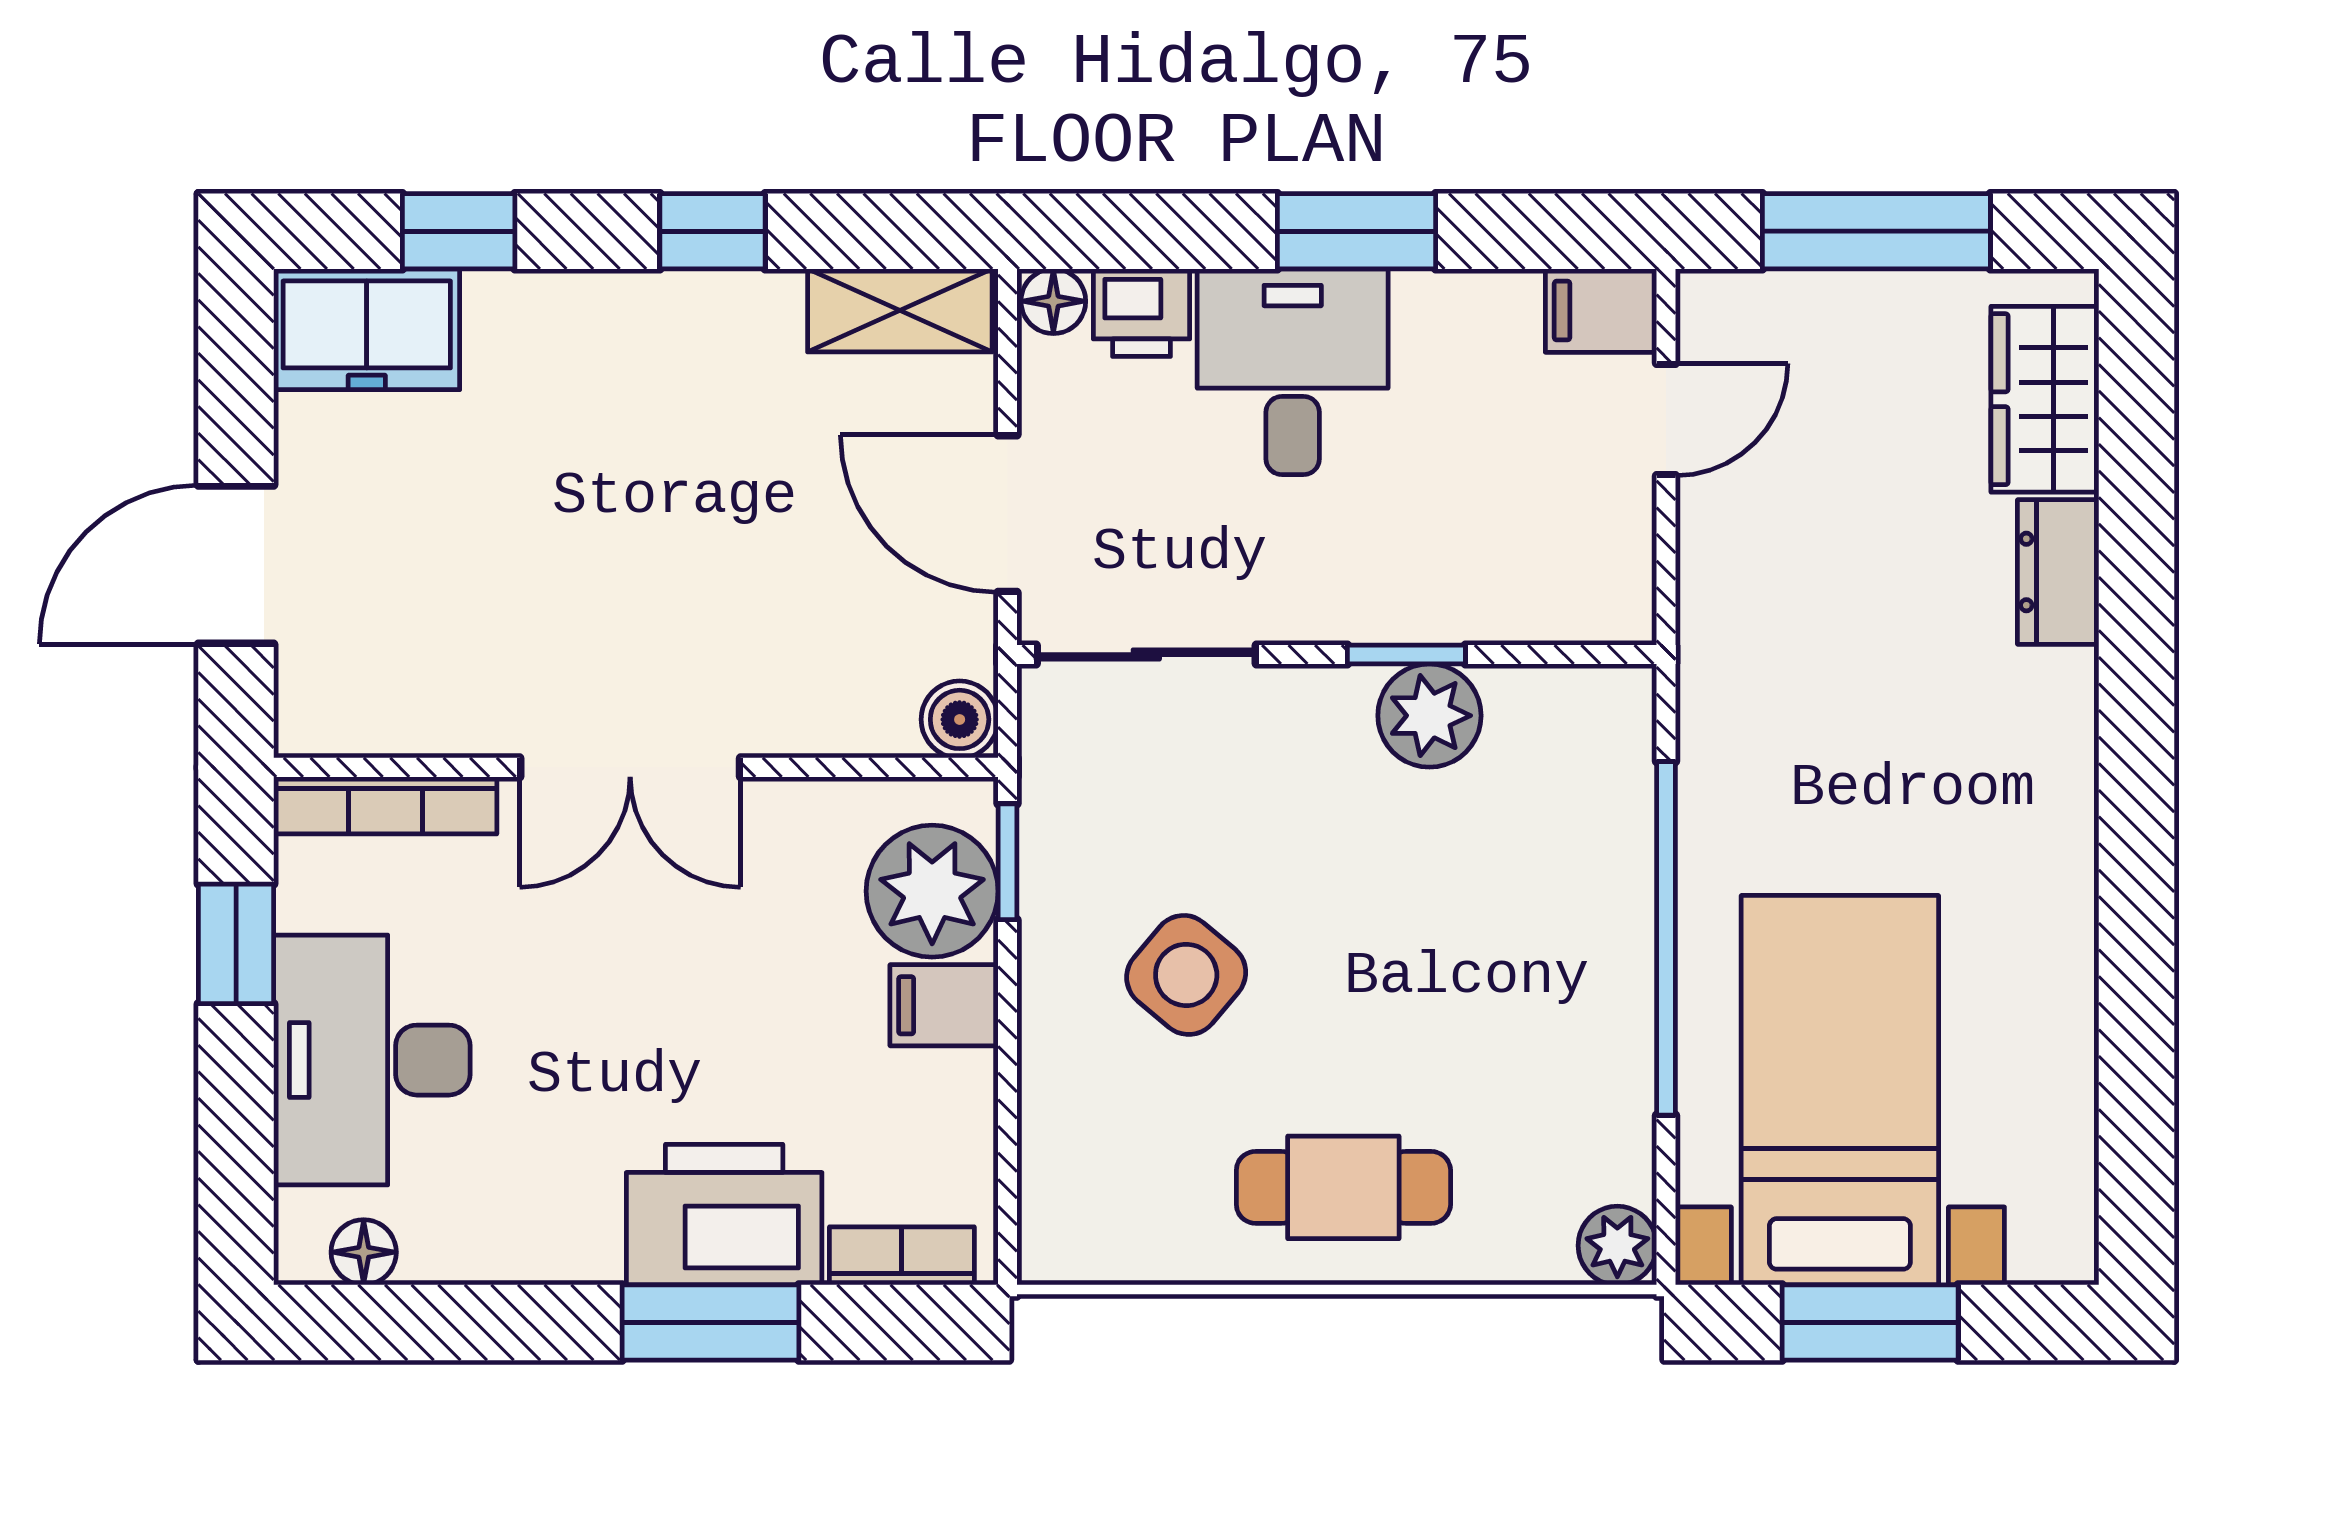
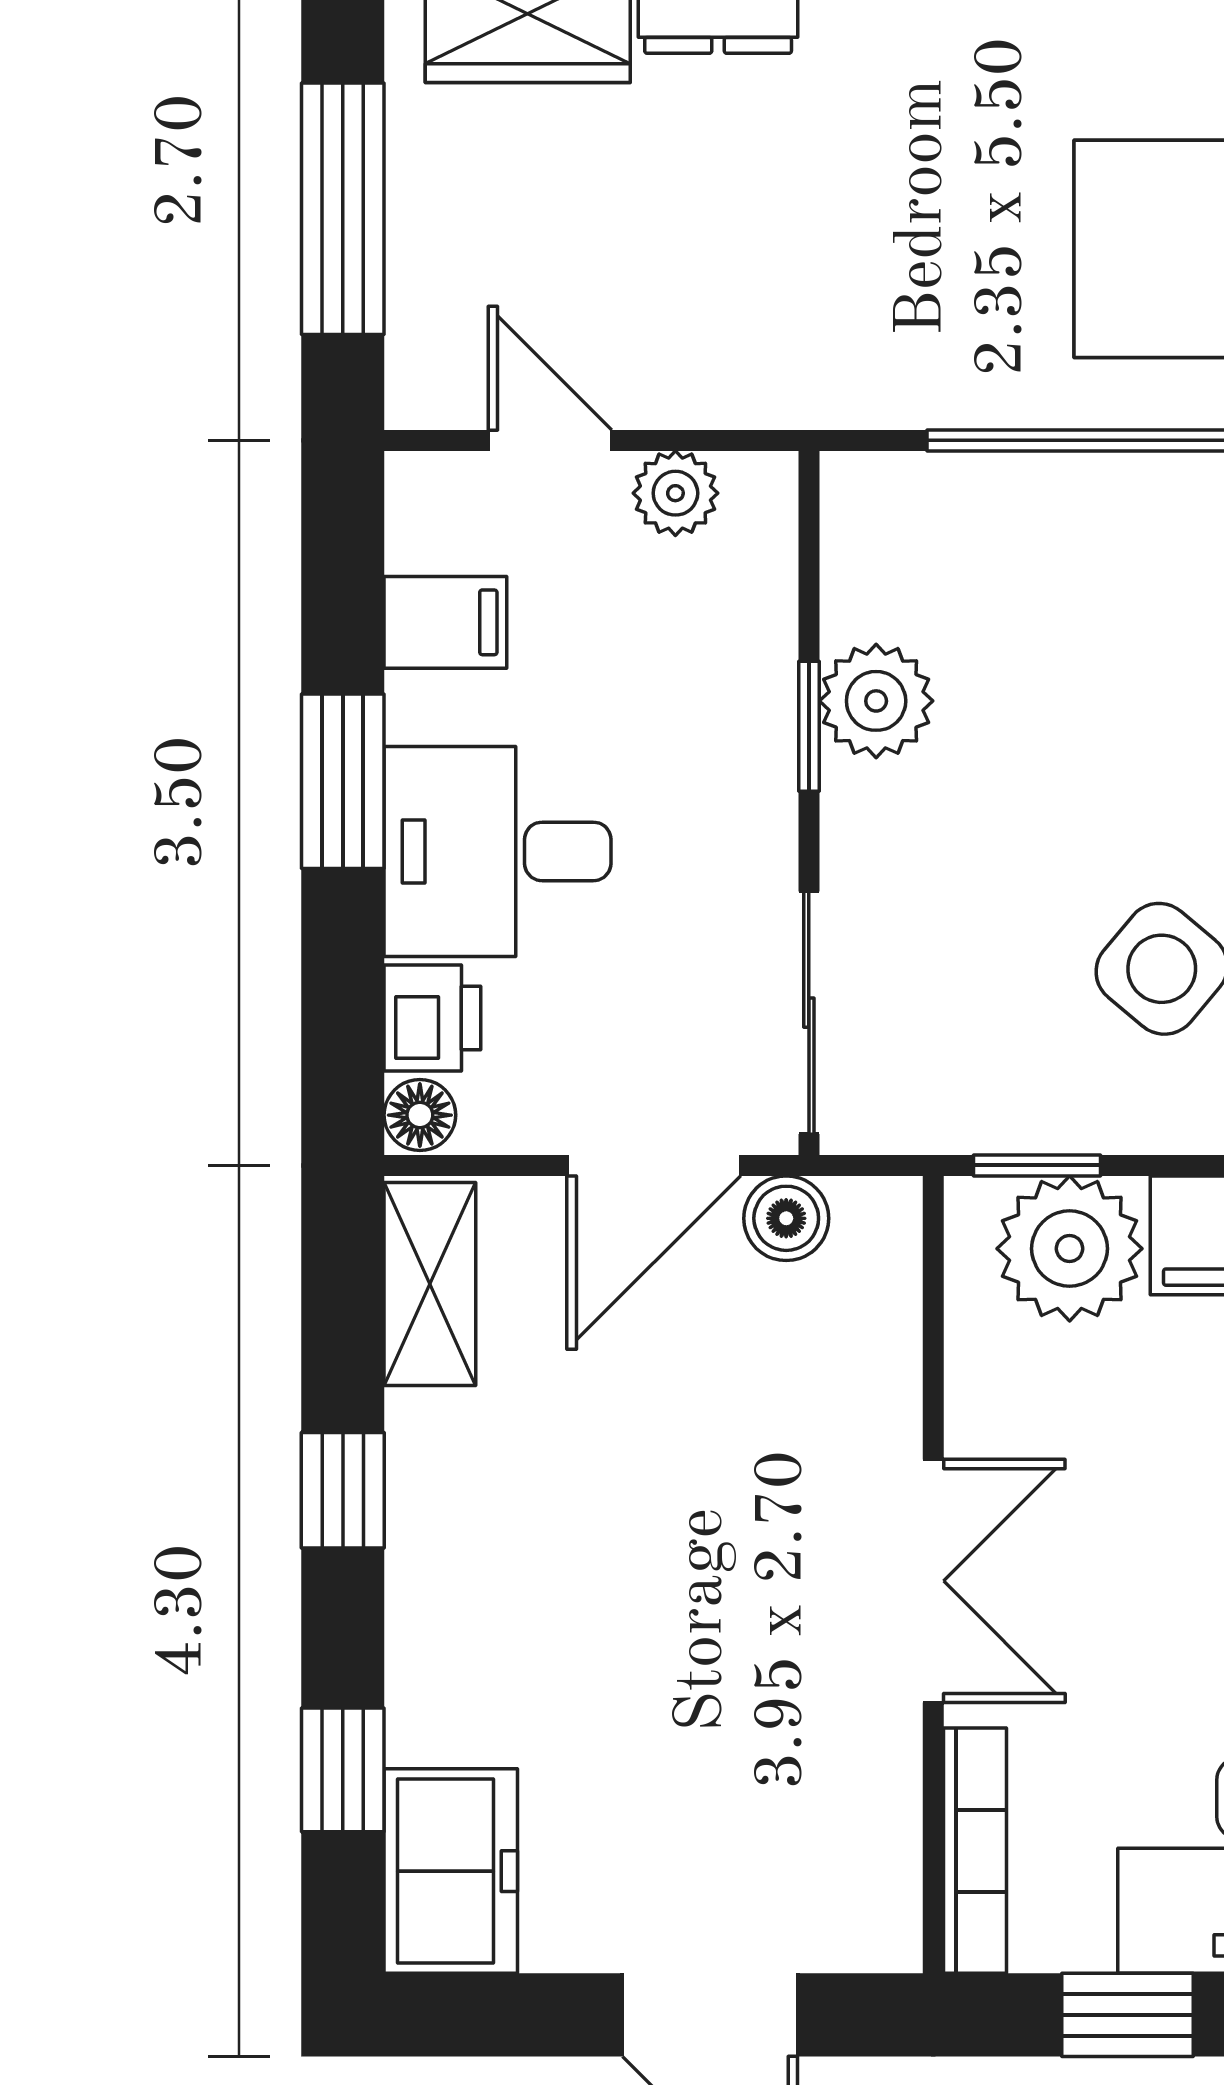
filing cabinet: (1601, 311) -> (445, 622), moved, turned -90
plant: (1618, 533) -> (675, 493), added
boiler: (960, 719) -> (786, 1218), moved

